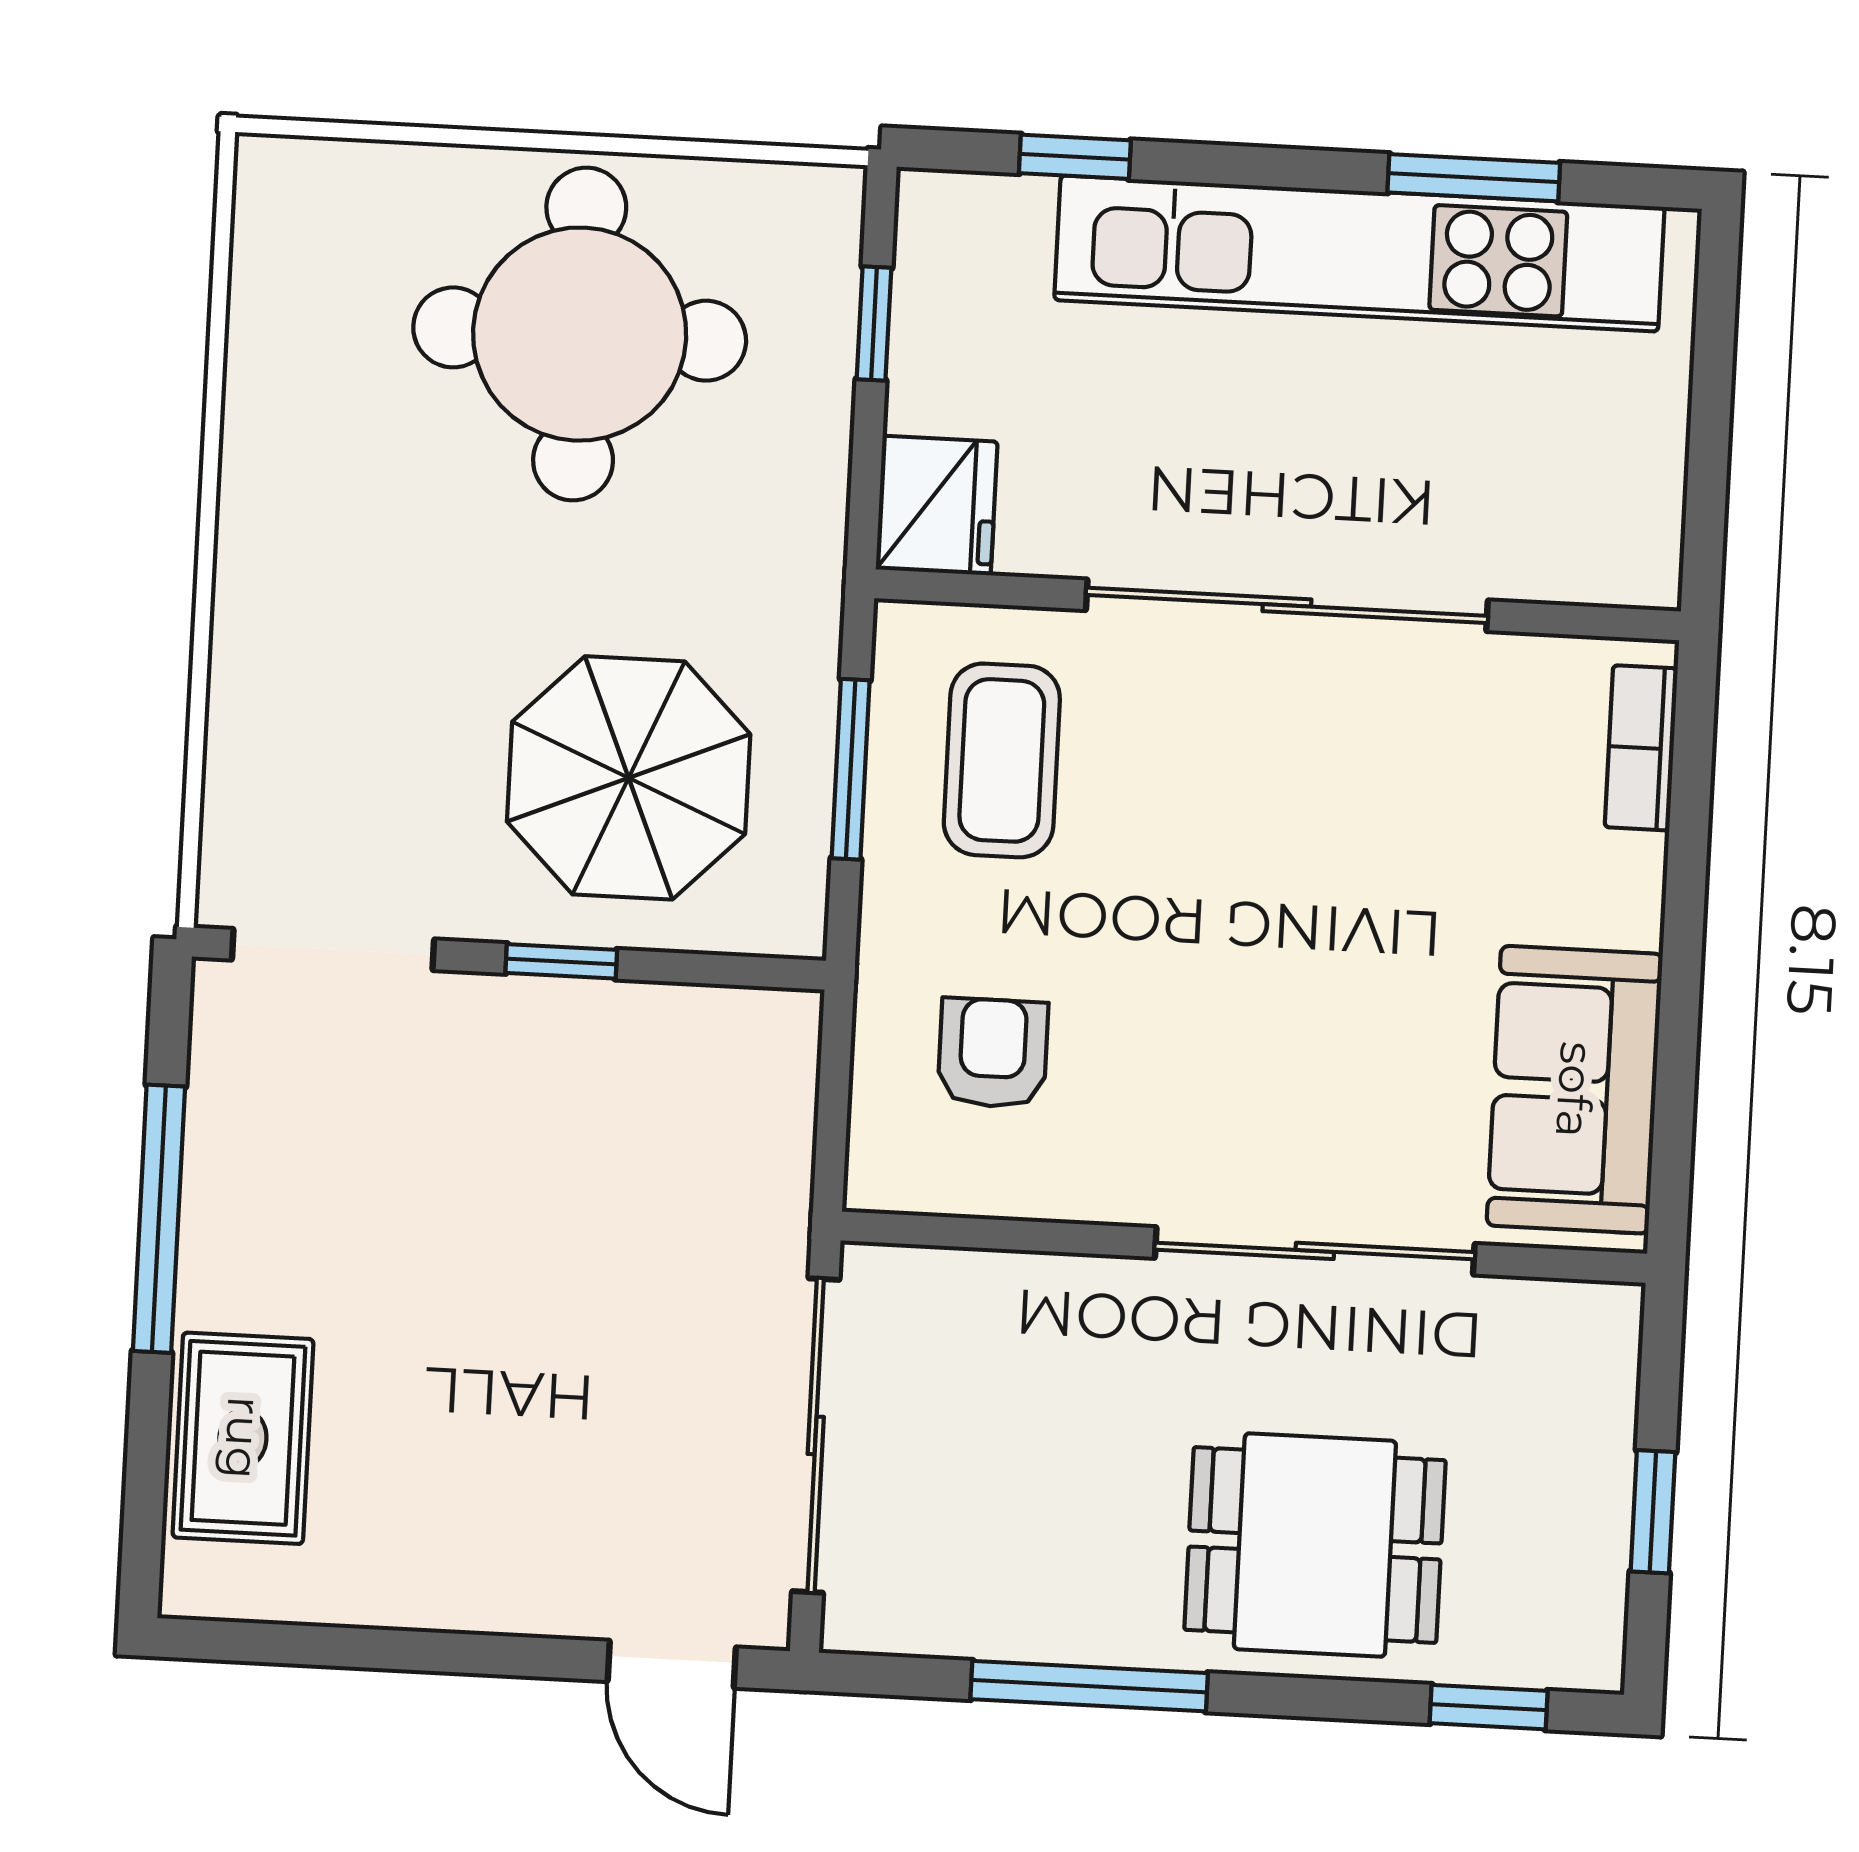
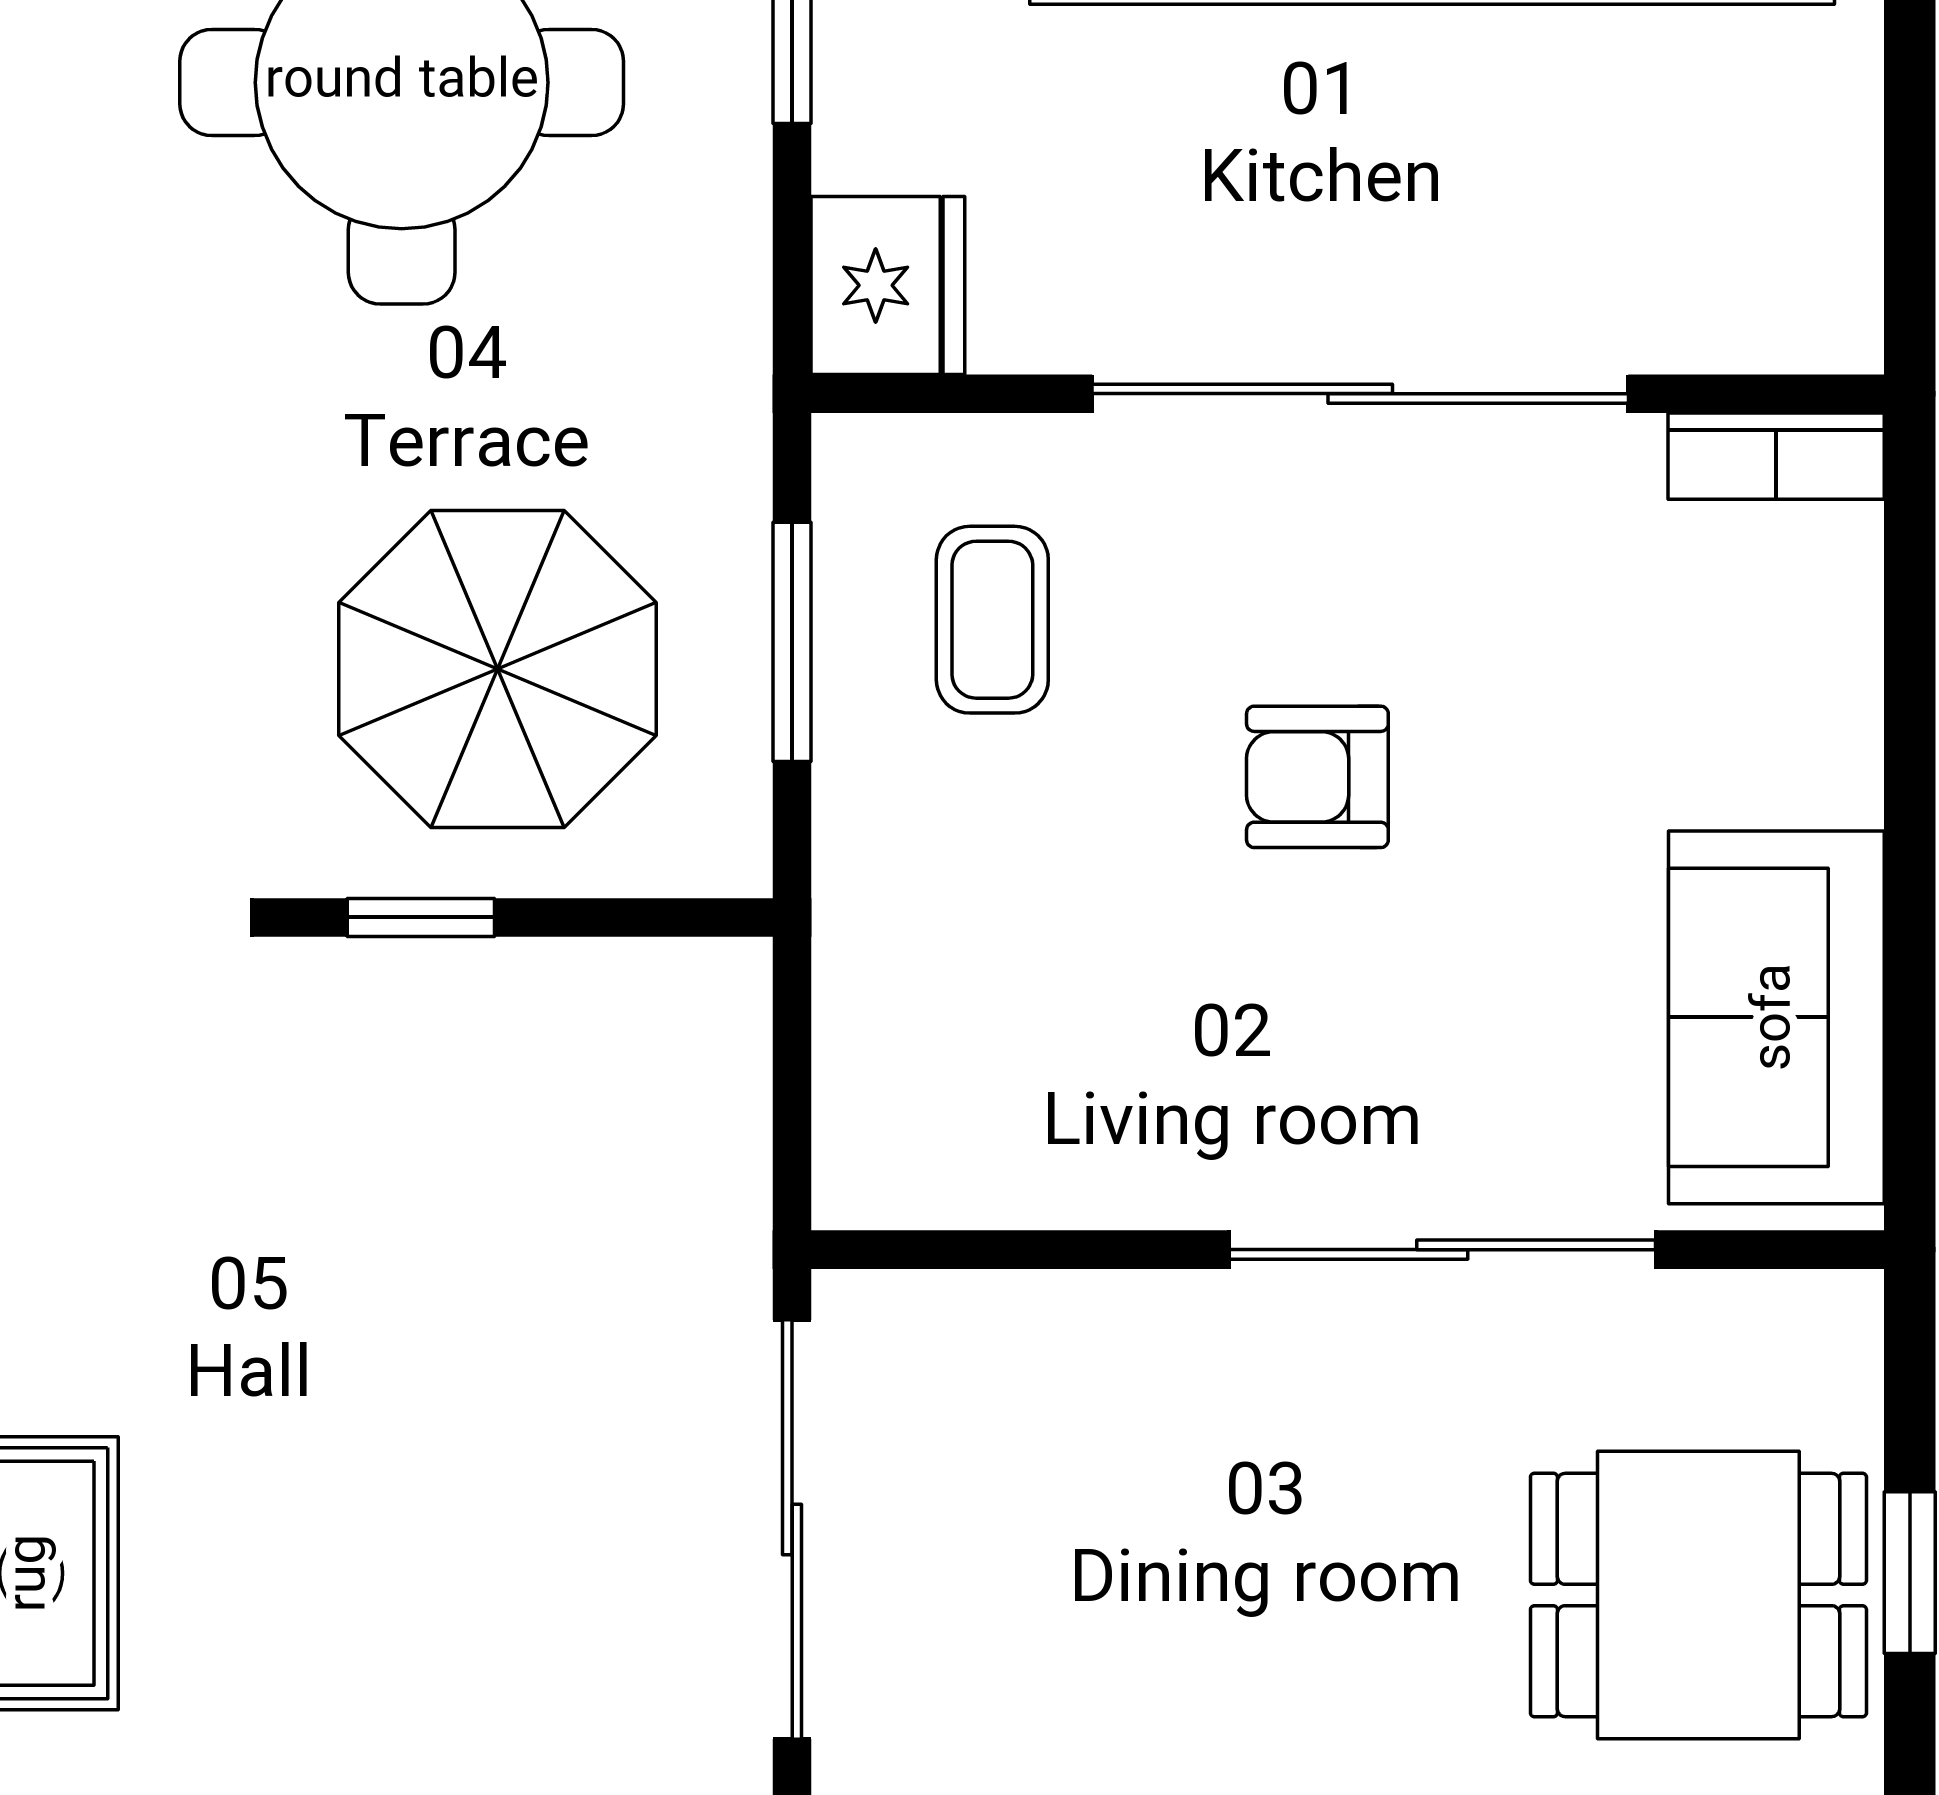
bookcase: (1641, 748) -> (1776, 456), moved, turned -90
coffee table: (1002, 760) -> (992, 620), width x0.73, depth x0.77
armchair: (993, 1053) -> (1317, 777), moved, turned -90
dining table: (1315, 1545) -> (1698, 1595), moved

